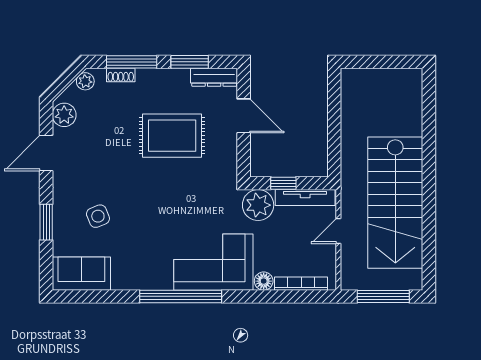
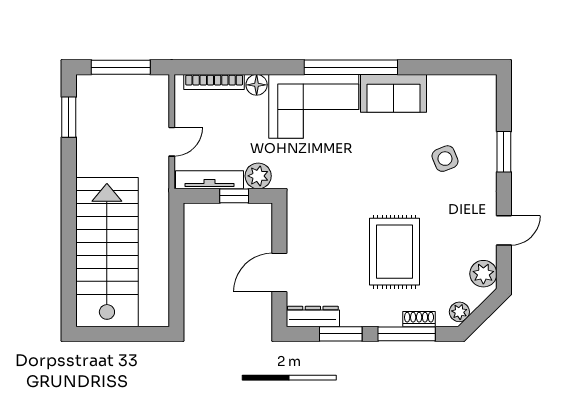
door: (244, 116) -> (279, 273), hinge flipped
rug: (172, 136) -> (395, 252), moved, turned 90
door: (46, 153) -> (504, 230), width x0.73
stairs: (395, 203) -> (107, 252), moved
plant: (258, 205) -> (258, 176), width x0.73, depth x0.73
window: (429, 253) -> (69, 117), added
sofa: (81, 274) -> (394, 93), moved

